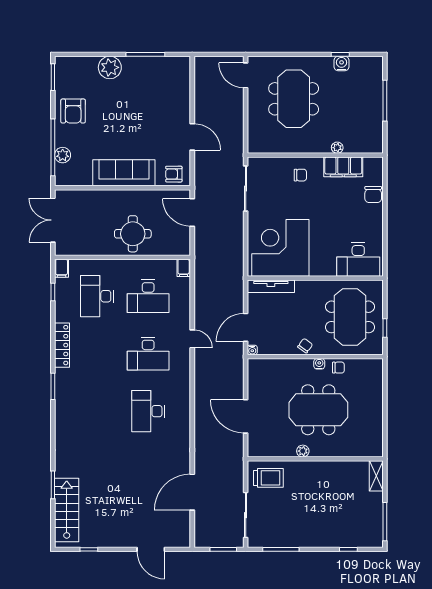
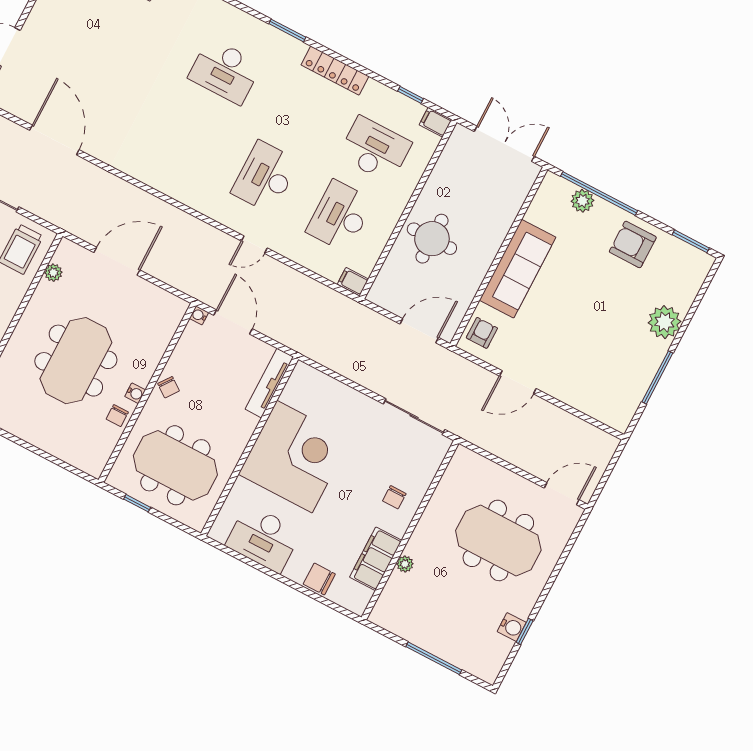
corner desk: (280, 248) -> (295, 457), moved
desk: (358, 260) -> (263, 538), moved, turned -90
desk: (148, 411) -> (225, 71), moved, turned 180
plant: (303, 451) -> (53, 273), moved

